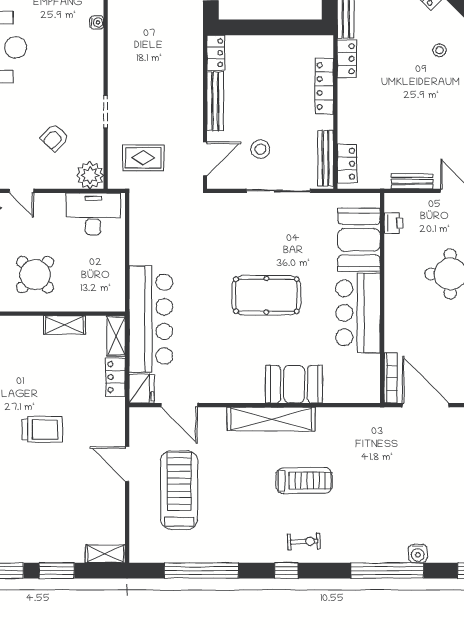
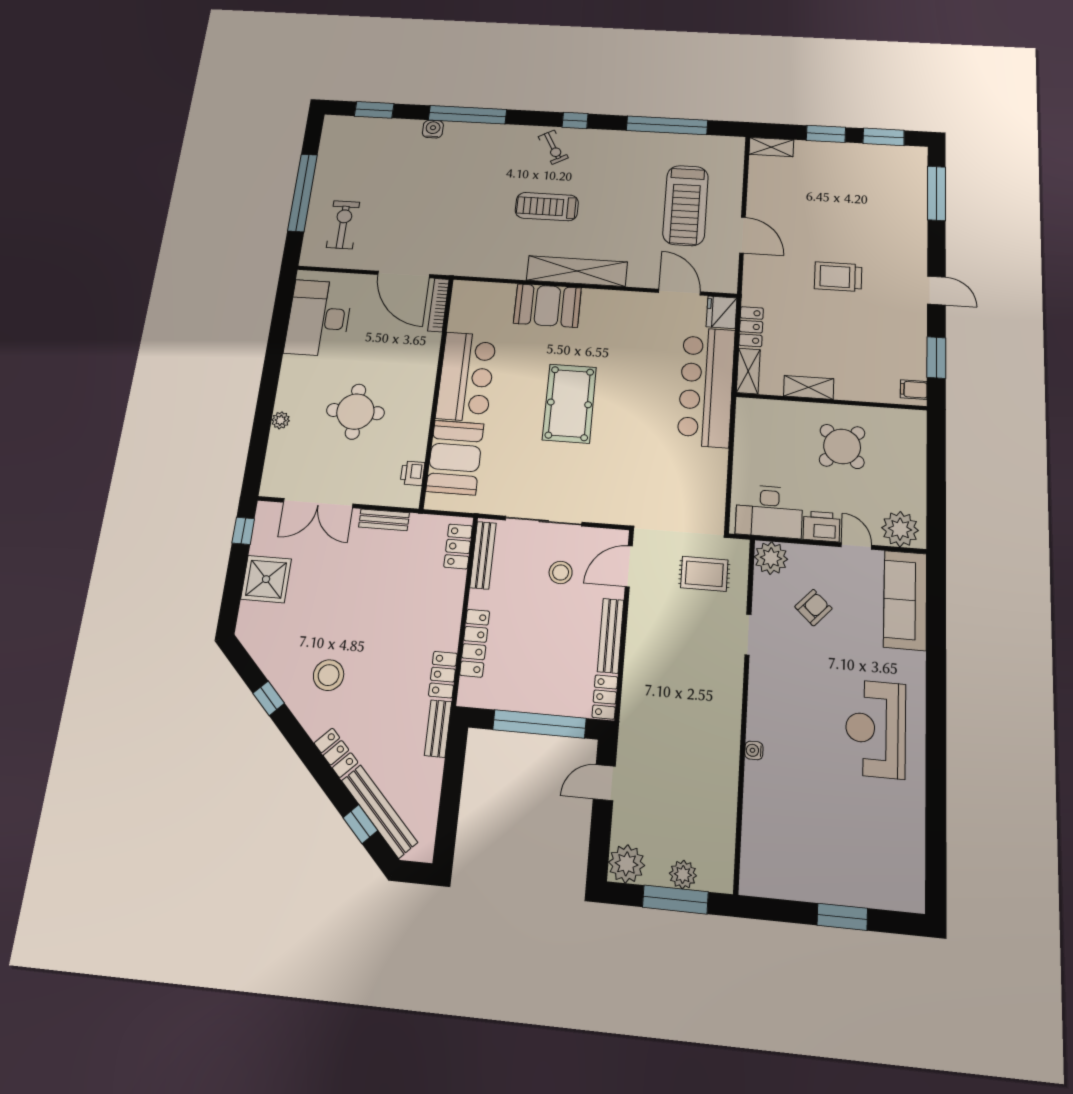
window: (266, 27) -> (539, 724), added
stool: (440, 50) -> (329, 675), width x1.89, depth x1.89
printer: (50, 205) -> (822, 526), added
pool table: (266, 295) -> (569, 403), turned 90
exercise bike: (304, 542) -> (553, 147), turned -117

